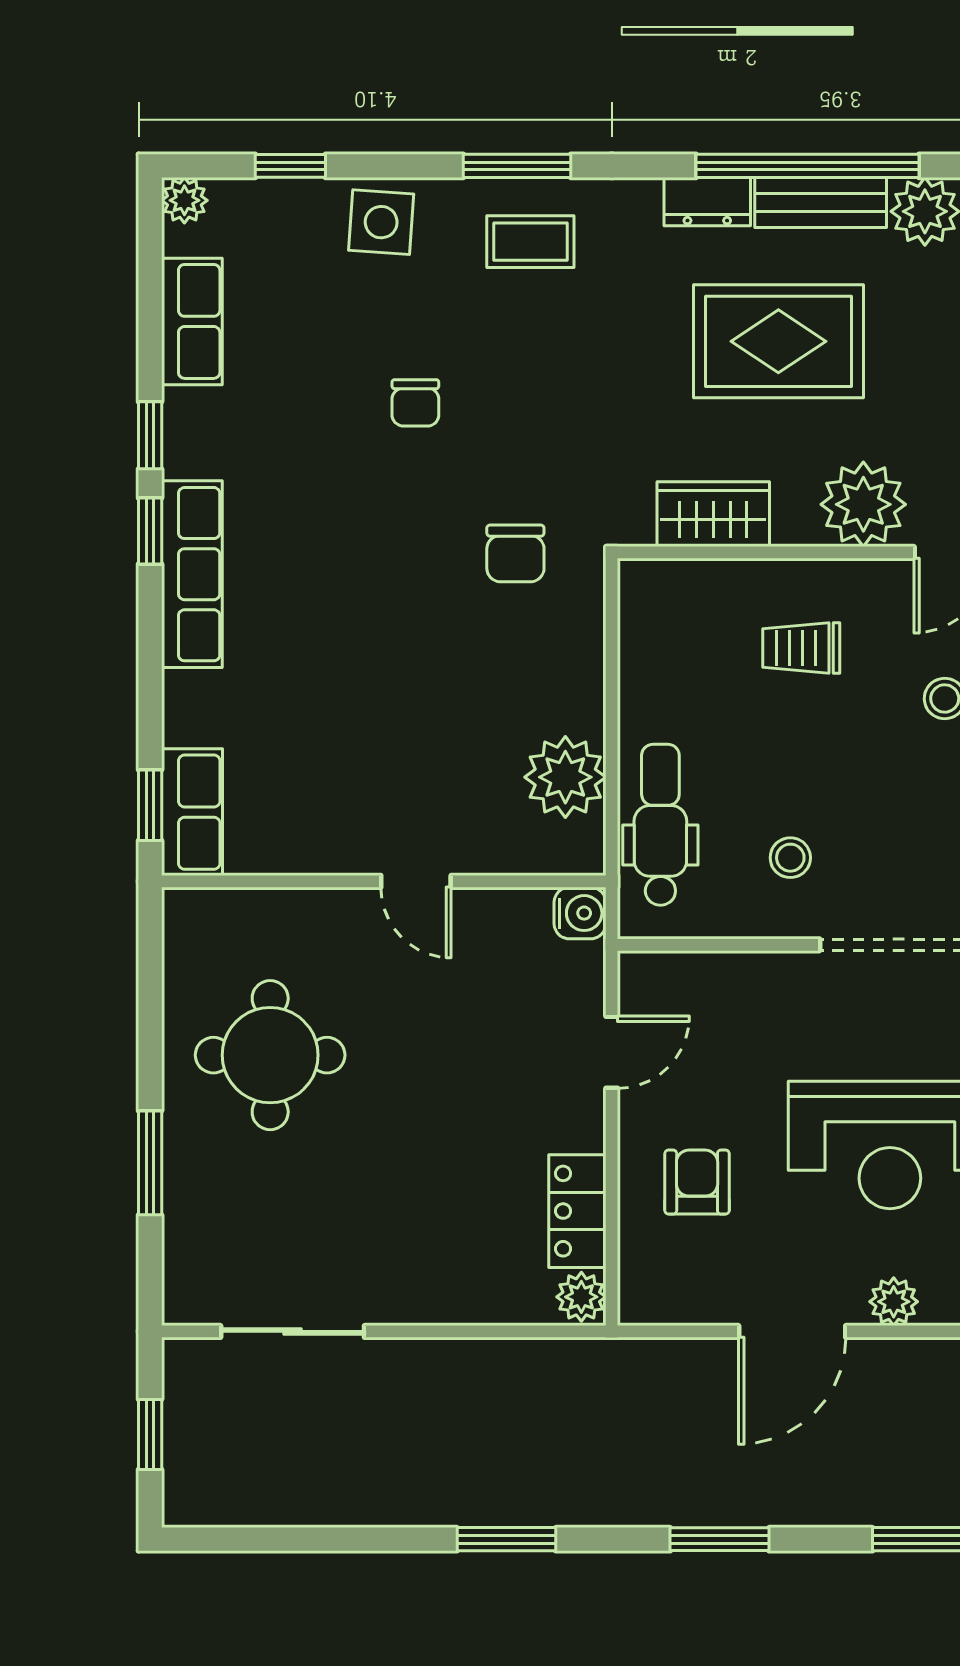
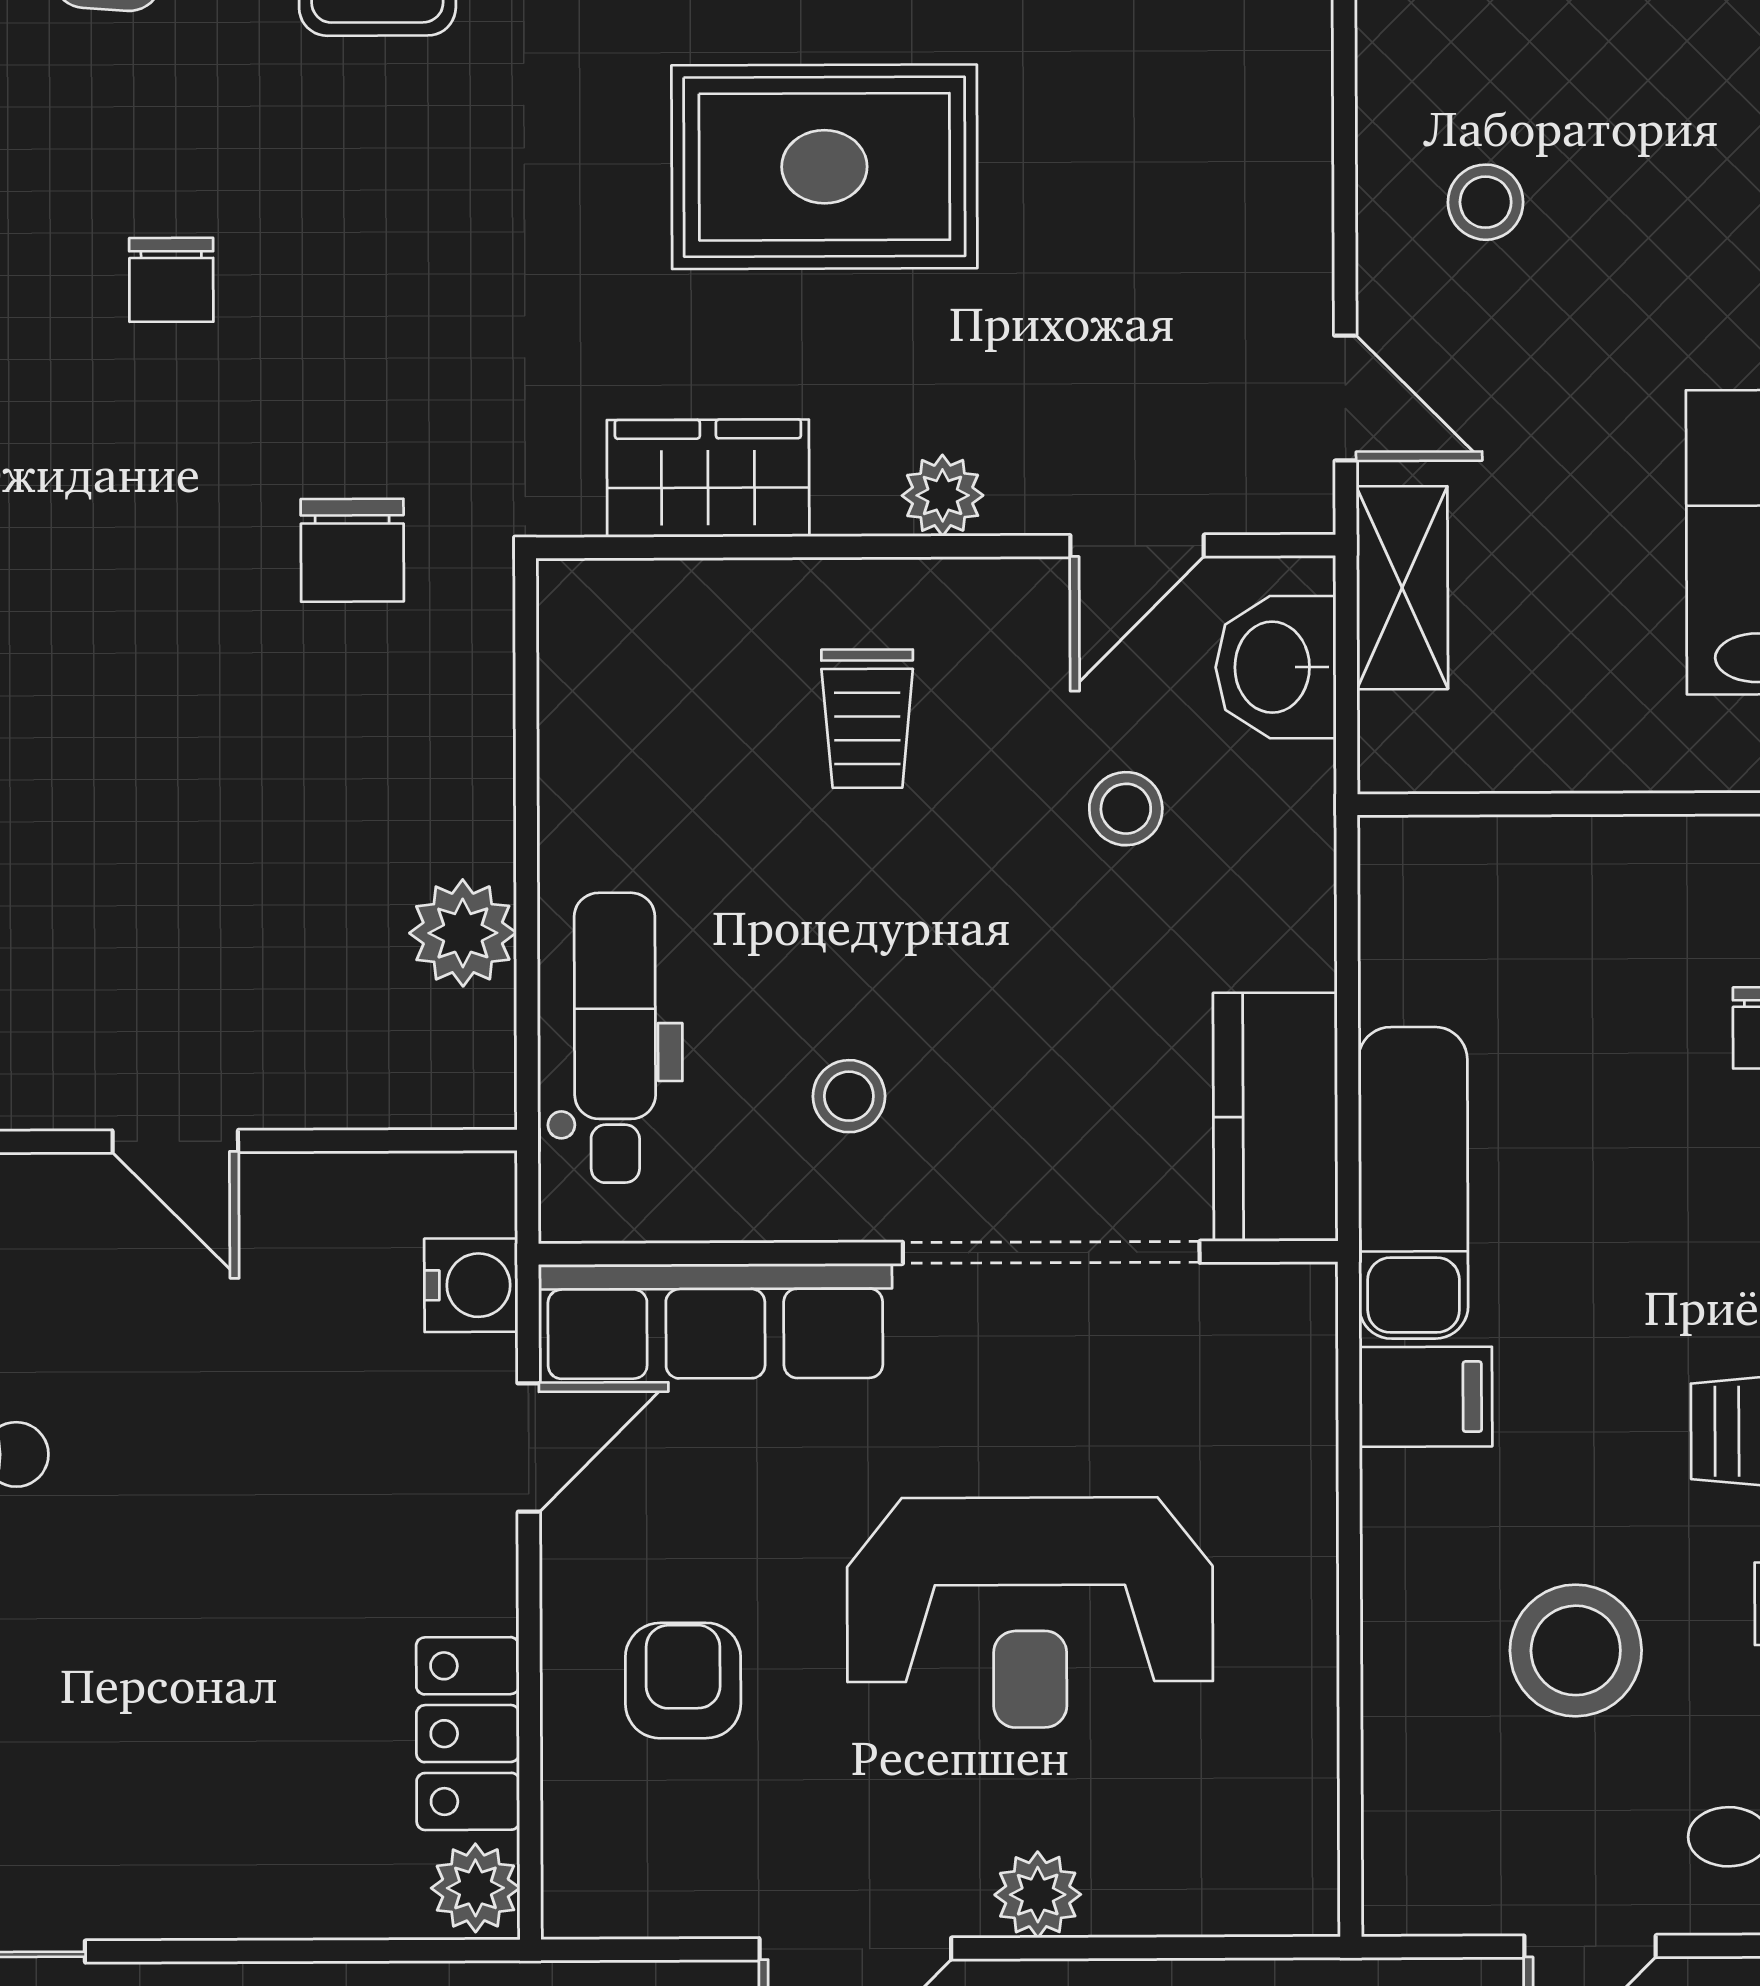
plant: (863, 504) -> (943, 495), width x0.53, depth x0.53
trolley: (801, 648) -> (867, 719), turned -90
plant: (565, 777) -> (463, 933), width x0.73, depth x0.73
water cooler: (580, 913) -> (471, 1285), moved
row of seats: (716, 982) -> (715, 1321), added

